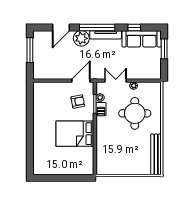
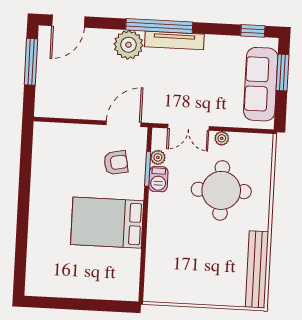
door: (61, 27) -> (68, 21), moved
window: (134, 27) -> (253, 31), moved
sofa: (142, 39) -> (261, 84), moved, turned 90
double door: (116, 81) -> (188, 127), swing flipped

